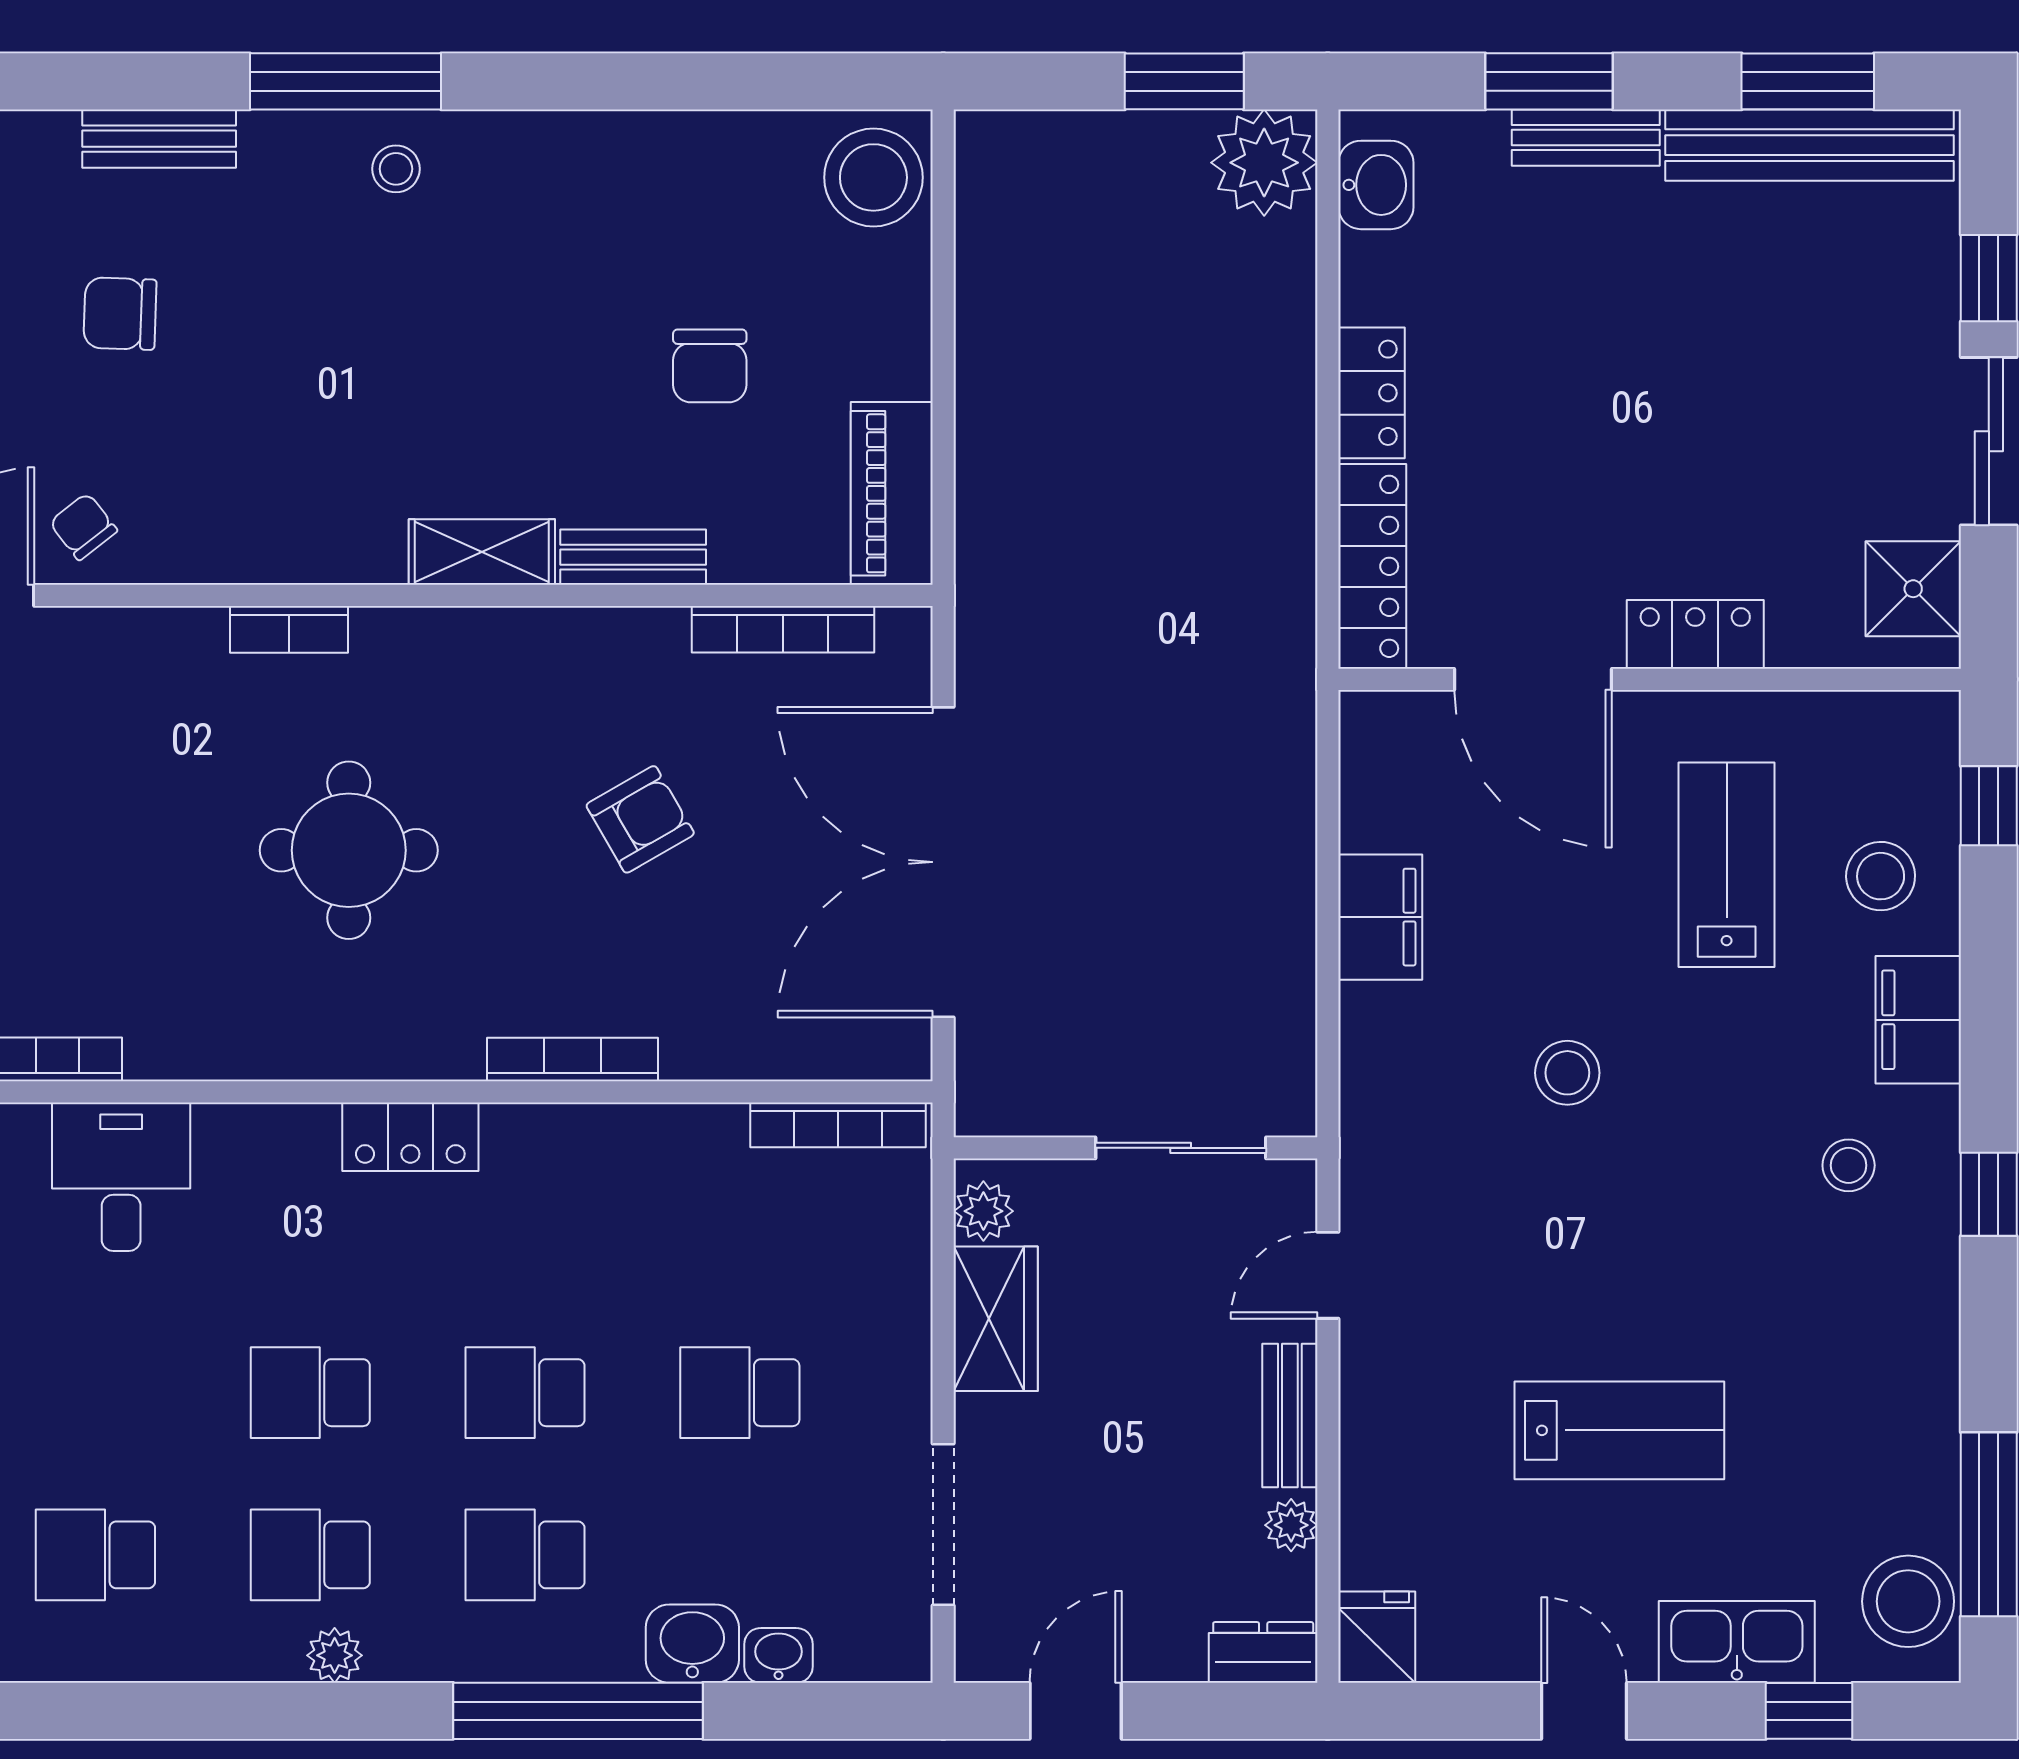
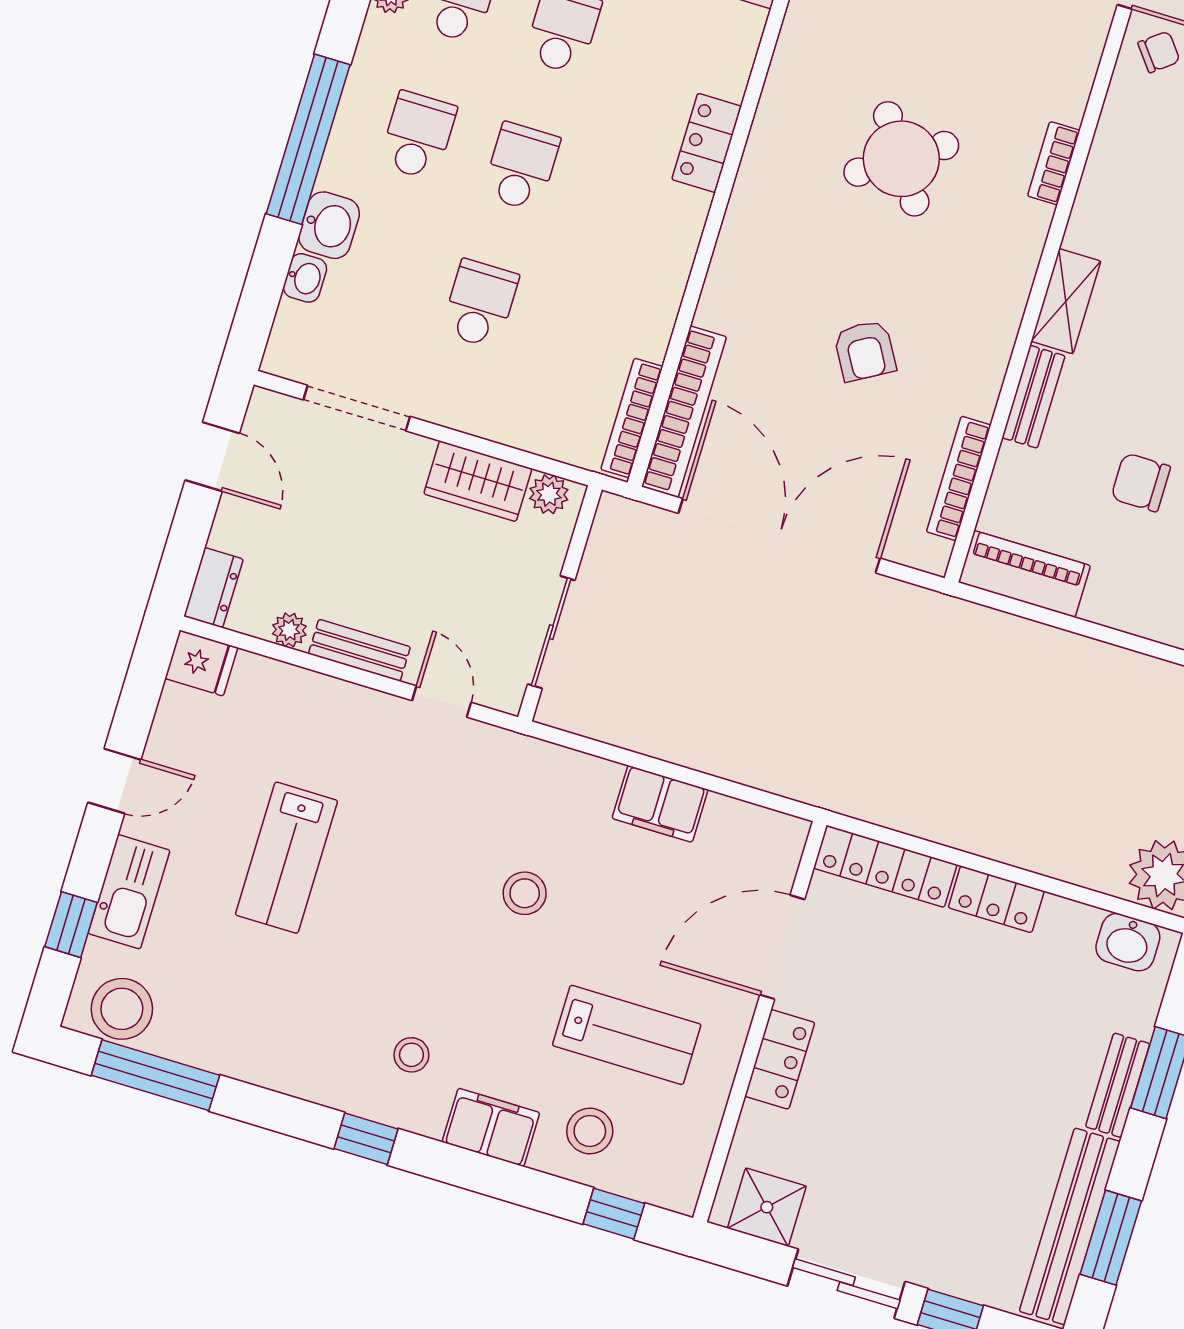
round table: (349, 850) -> (901, 159), turned -34
bookcase: (572, 1060) -> (684, 412), moved, width x1.48, depth x1.31

